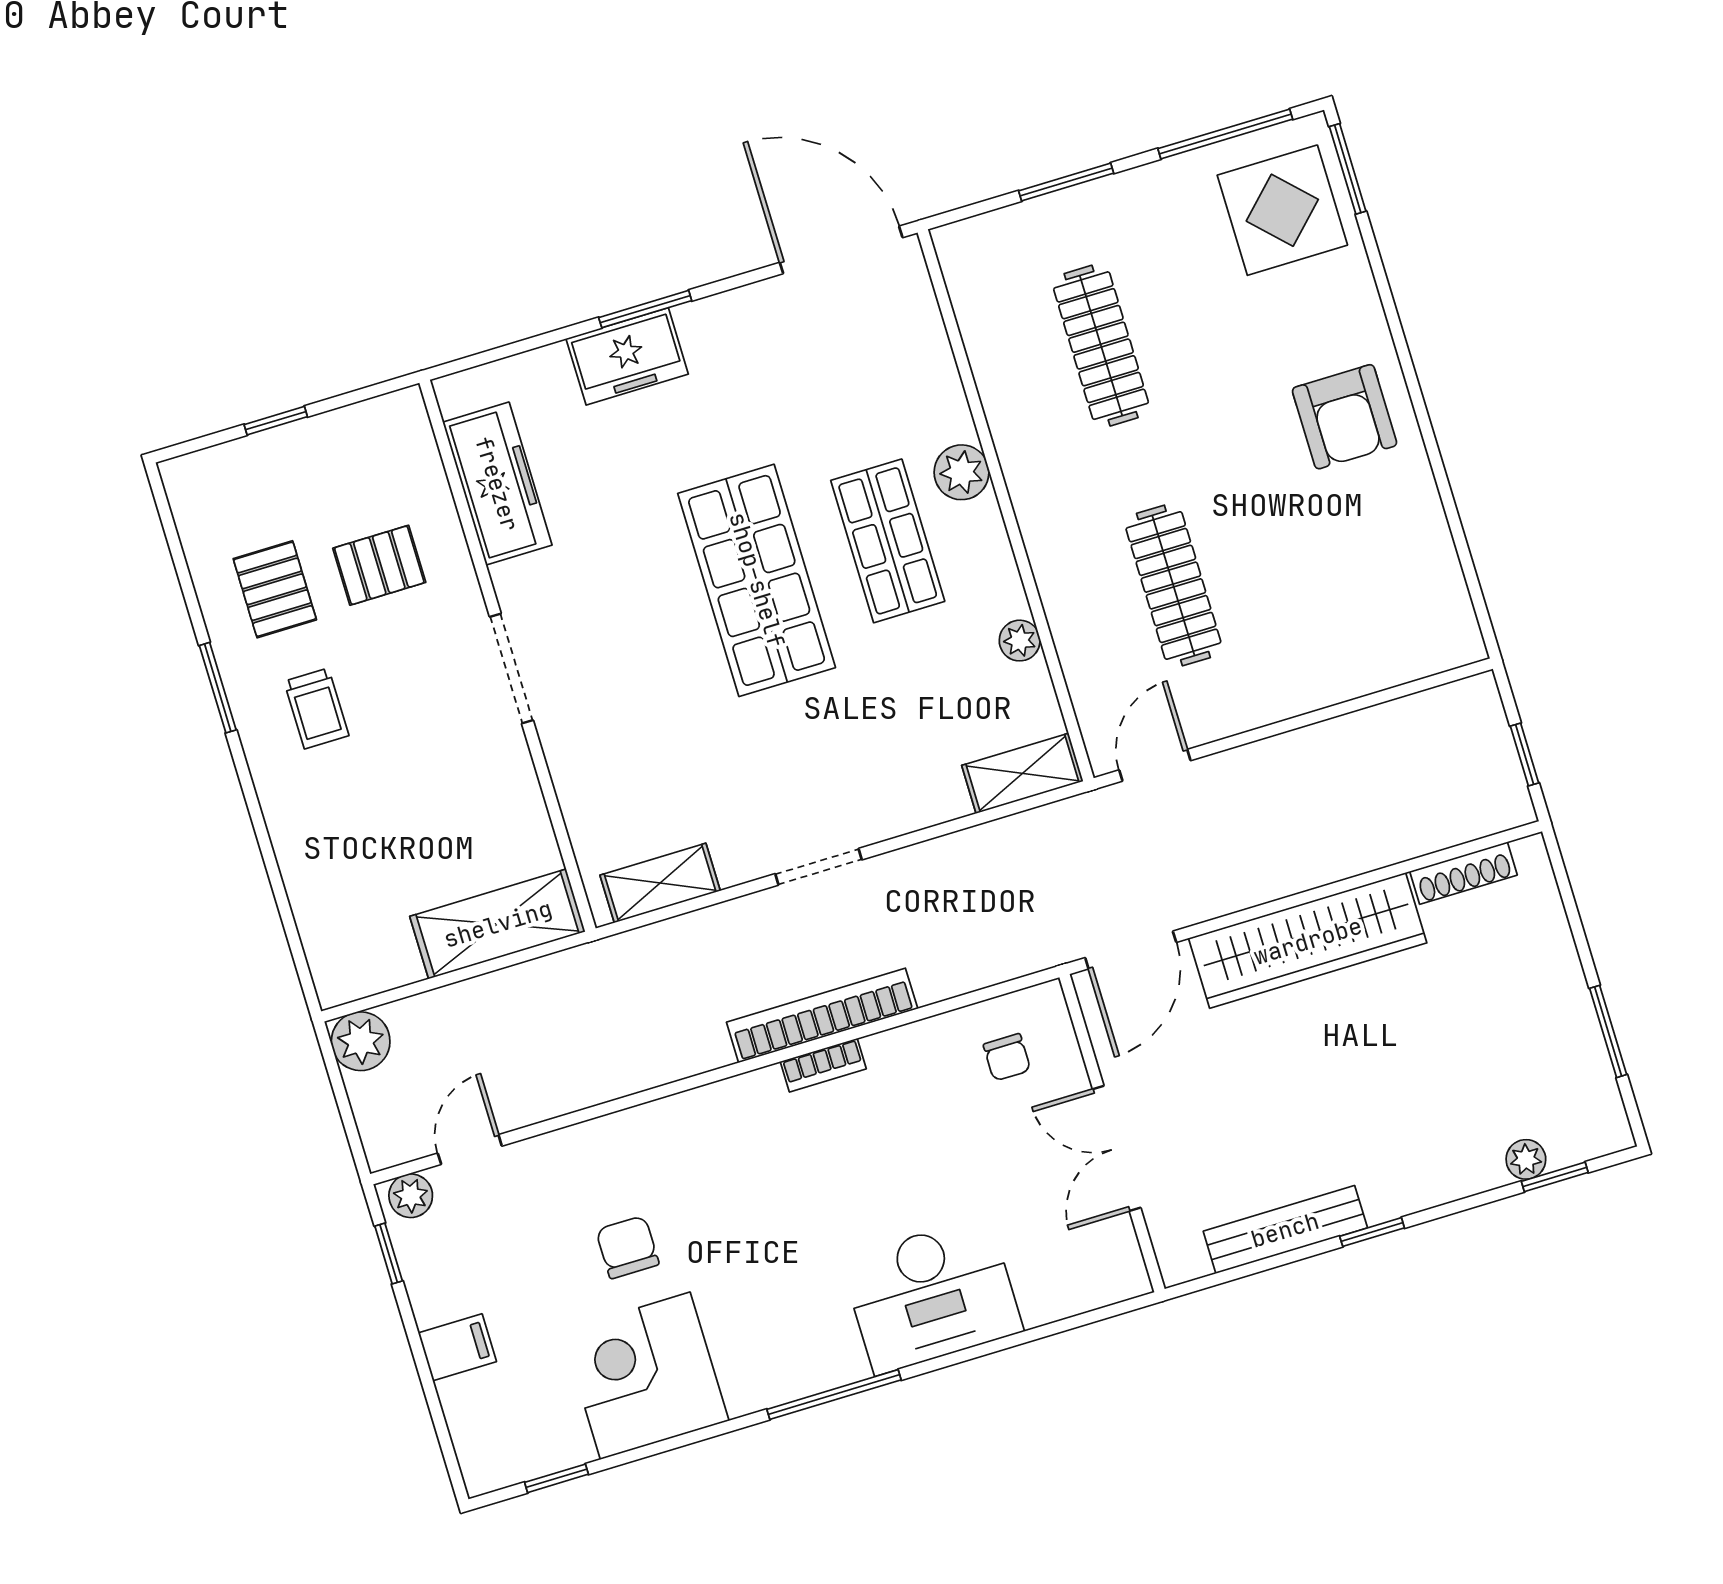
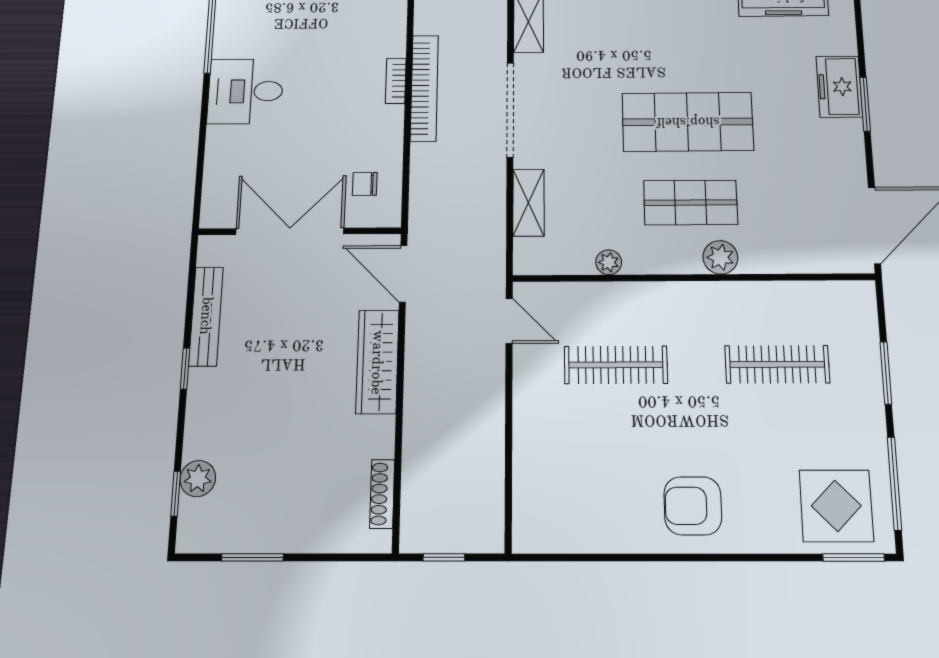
shelving: (1023, 773) -> (529, 203), moved
doorway: (819, 867) -> (510, 110), width x1.88
wardrobe: (1308, 941) -> (377, 362), width x0.71, depth x0.85
double door: (1117, 1148) -> (290, 231), width x1.37
plant: (1526, 1159) -> (198, 479), width x1.38, depth x1.38
desk: (932, 1295) -> (245, 91), width x0.73

